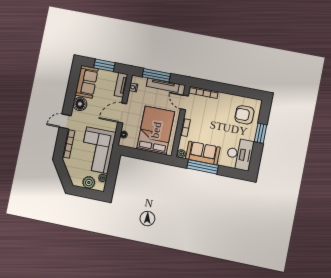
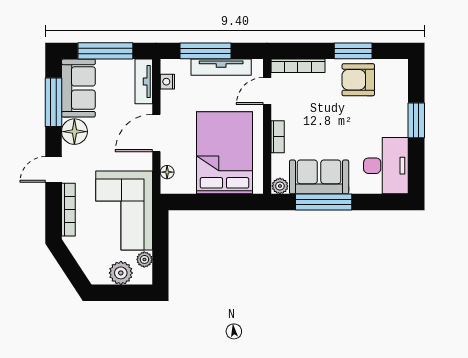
window: (104, 65) -> (105, 51), width x1.44
window: (72, 87) -> (54, 102), added
window: (234, 90) -> (353, 51), added
door: (184, 102) -> (267, 91), hinge flipped
armchair: (244, 115) -> (358, 80), moved

